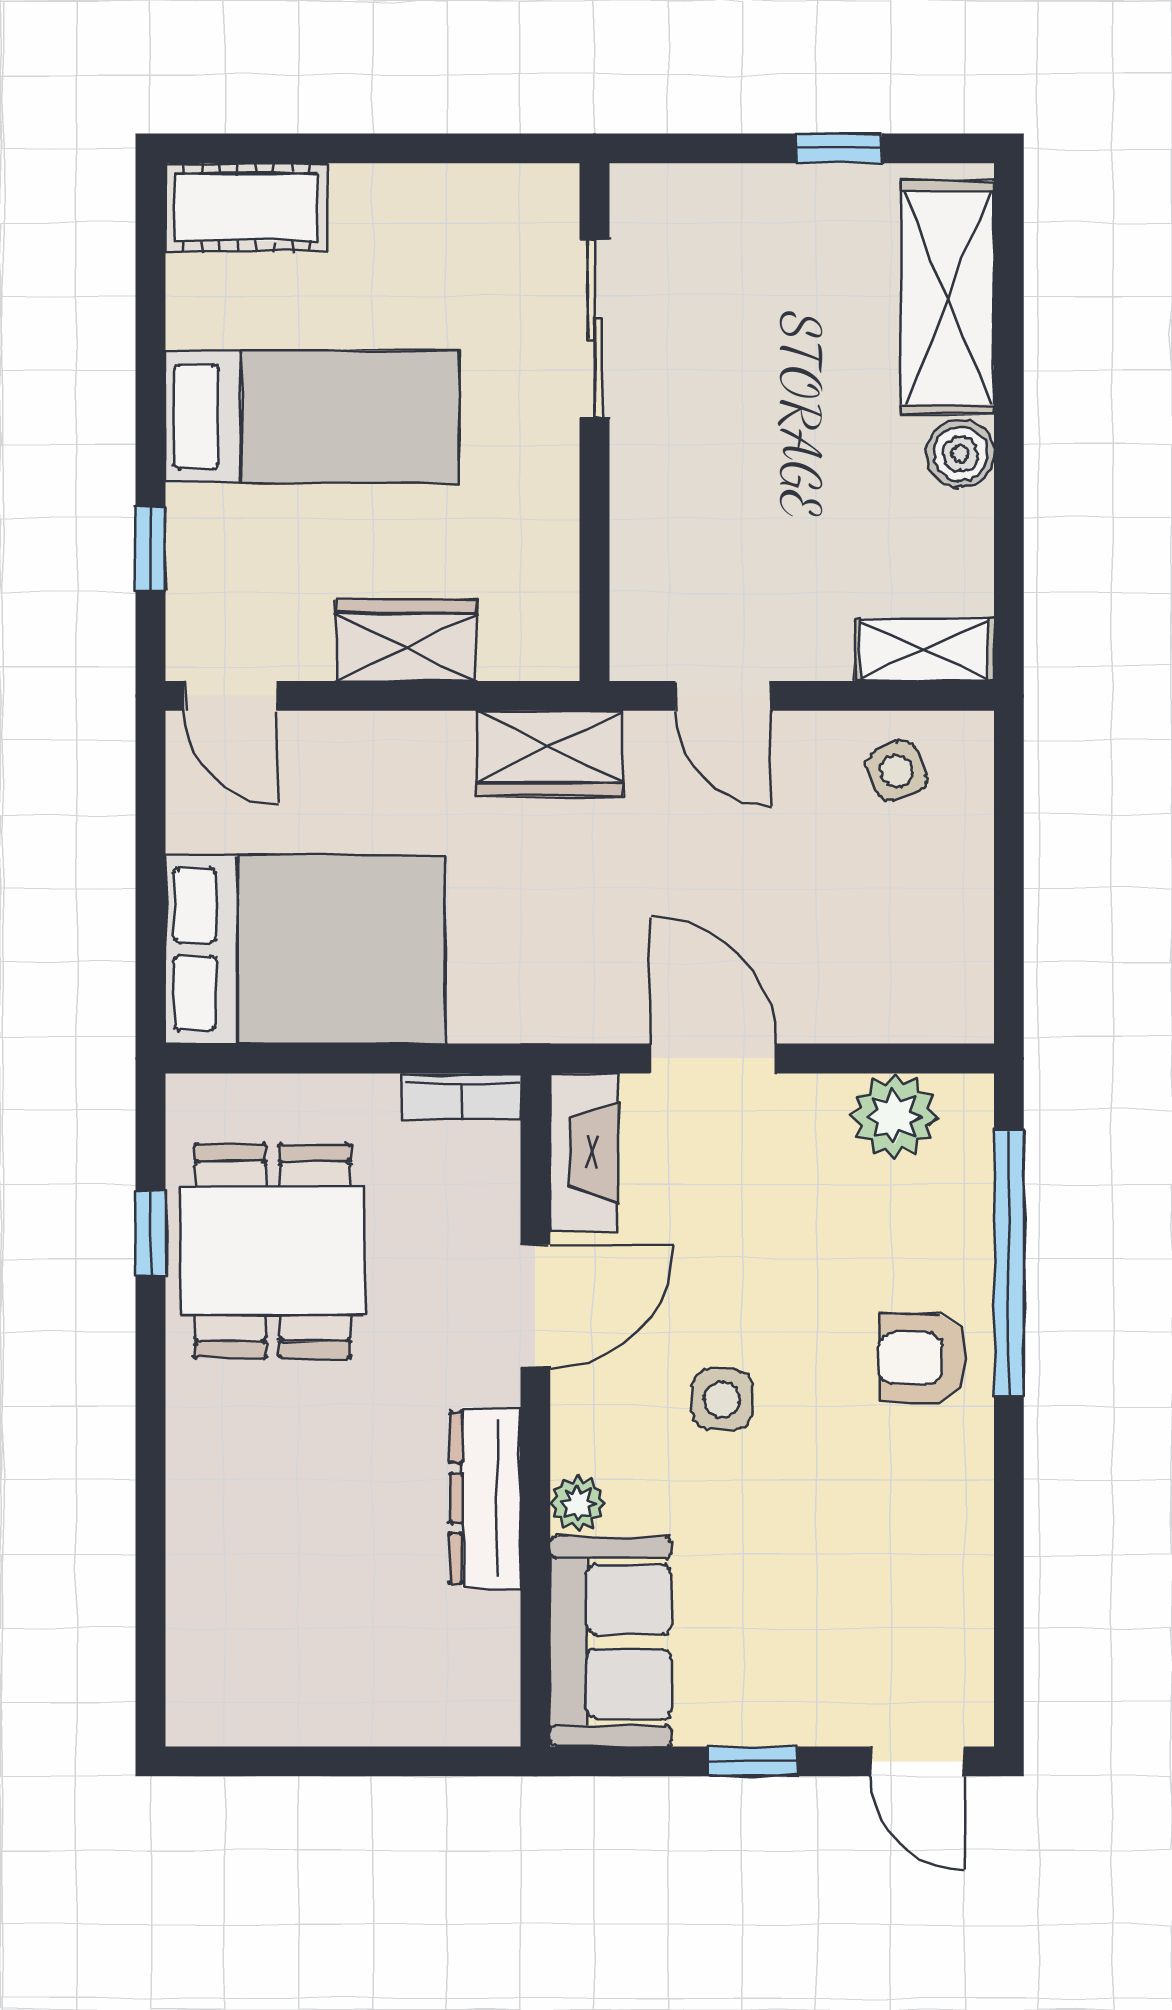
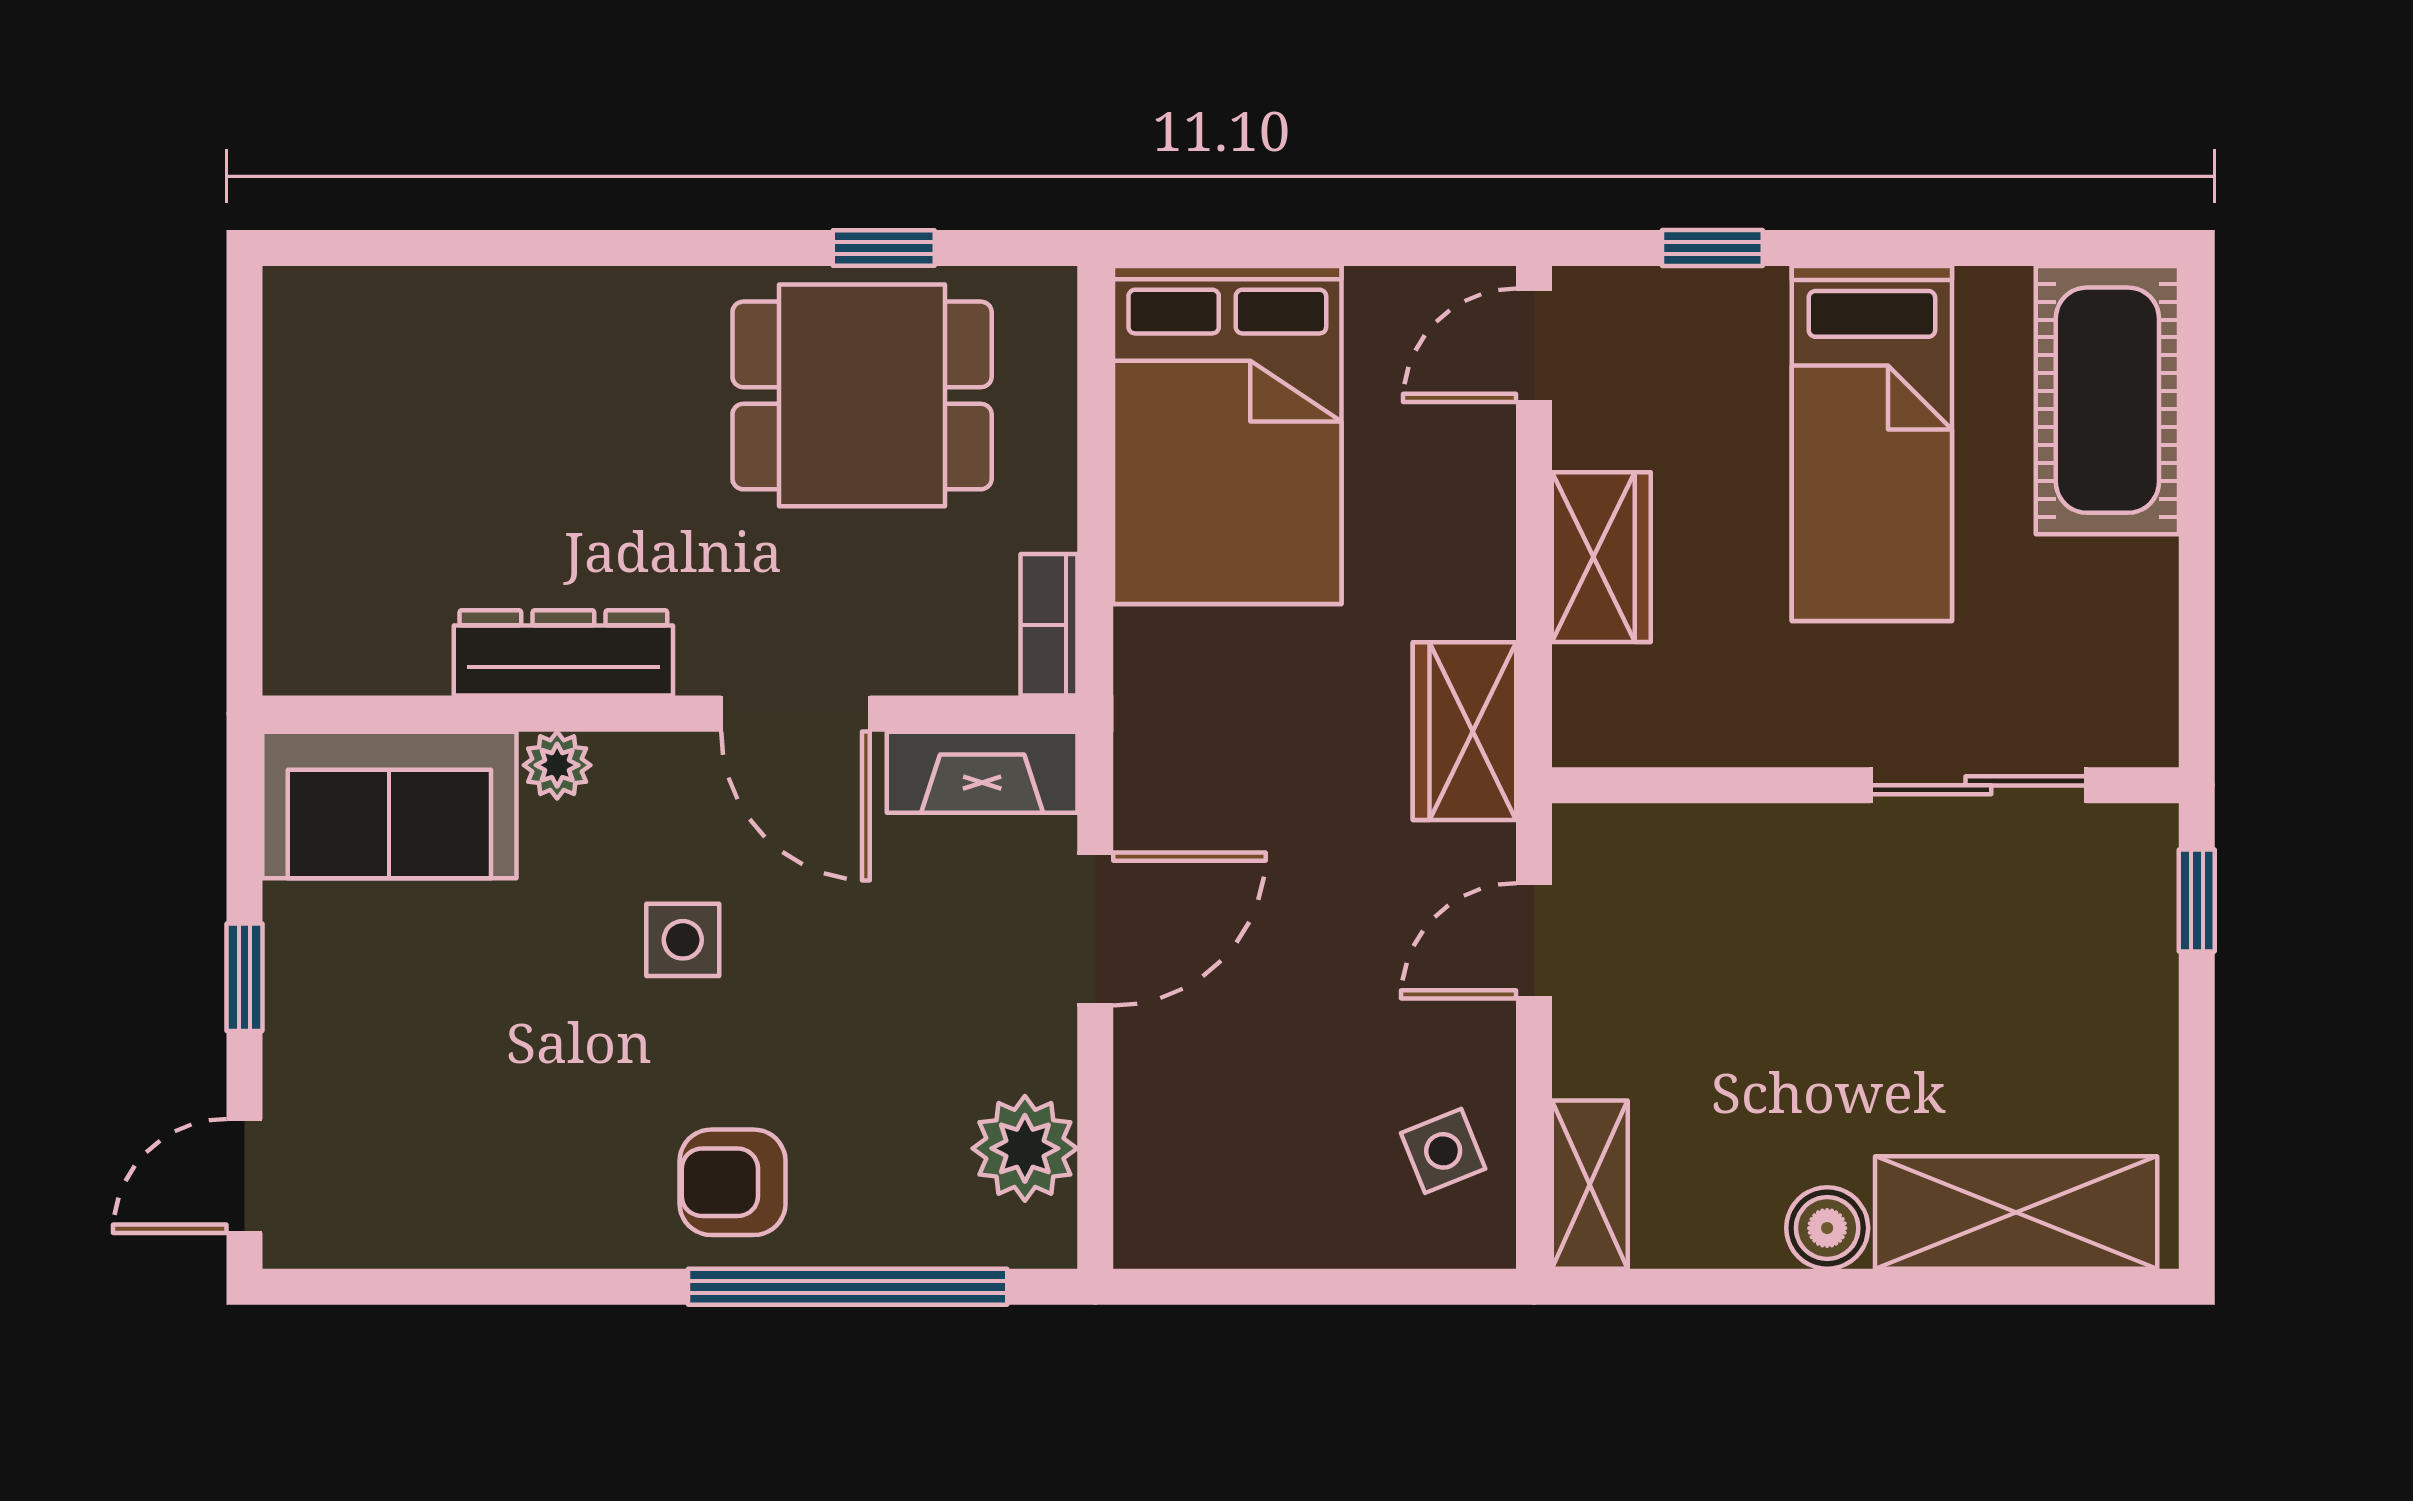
window: (839, 148) -> (2197, 900), moved
cot: (246, 207) -> (2107, 400), width x1.37, depth x1.34
armchair: (923, 1358) -> (733, 1182), turned -90

